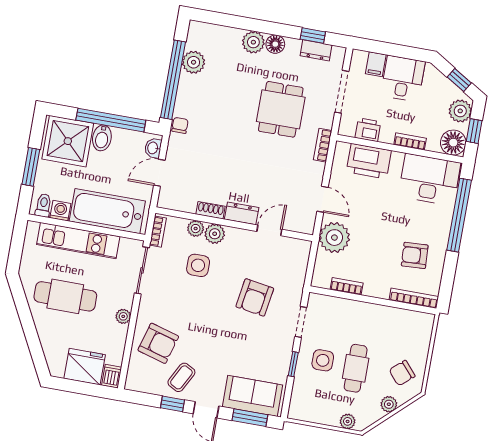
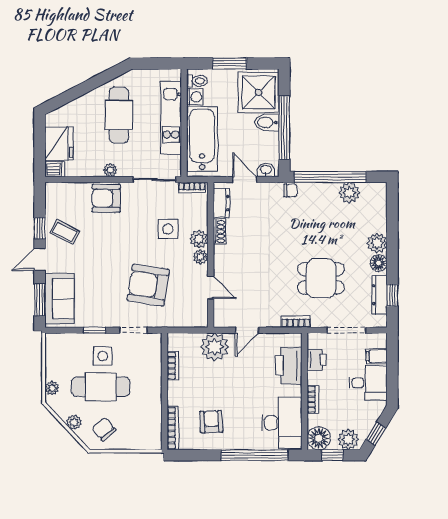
dresser: (316, 50) -> (379, 295), width x1.44
dresser: (242, 213) -> (221, 203), moved
plant: (196, 229) -> (201, 257), moved
armchair: (255, 297) -> (148, 285), width x1.36, depth x1.36
armchair: (158, 343) -> (106, 198), moved, turned 74
cafe table: (356, 368) -> (101, 387), width x1.37, depth x1.35

